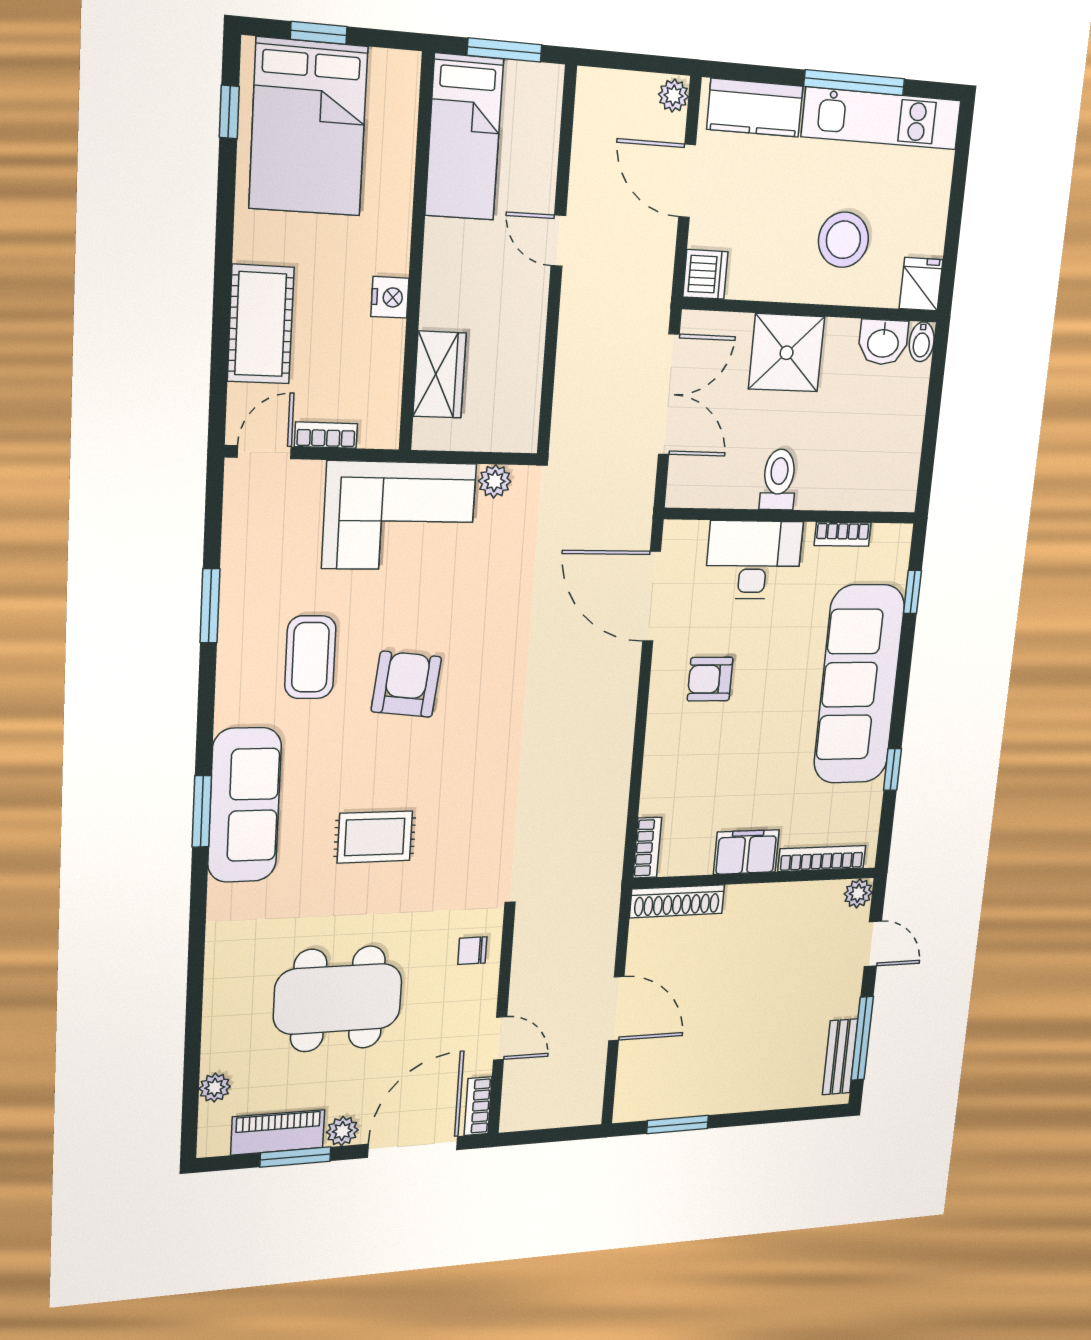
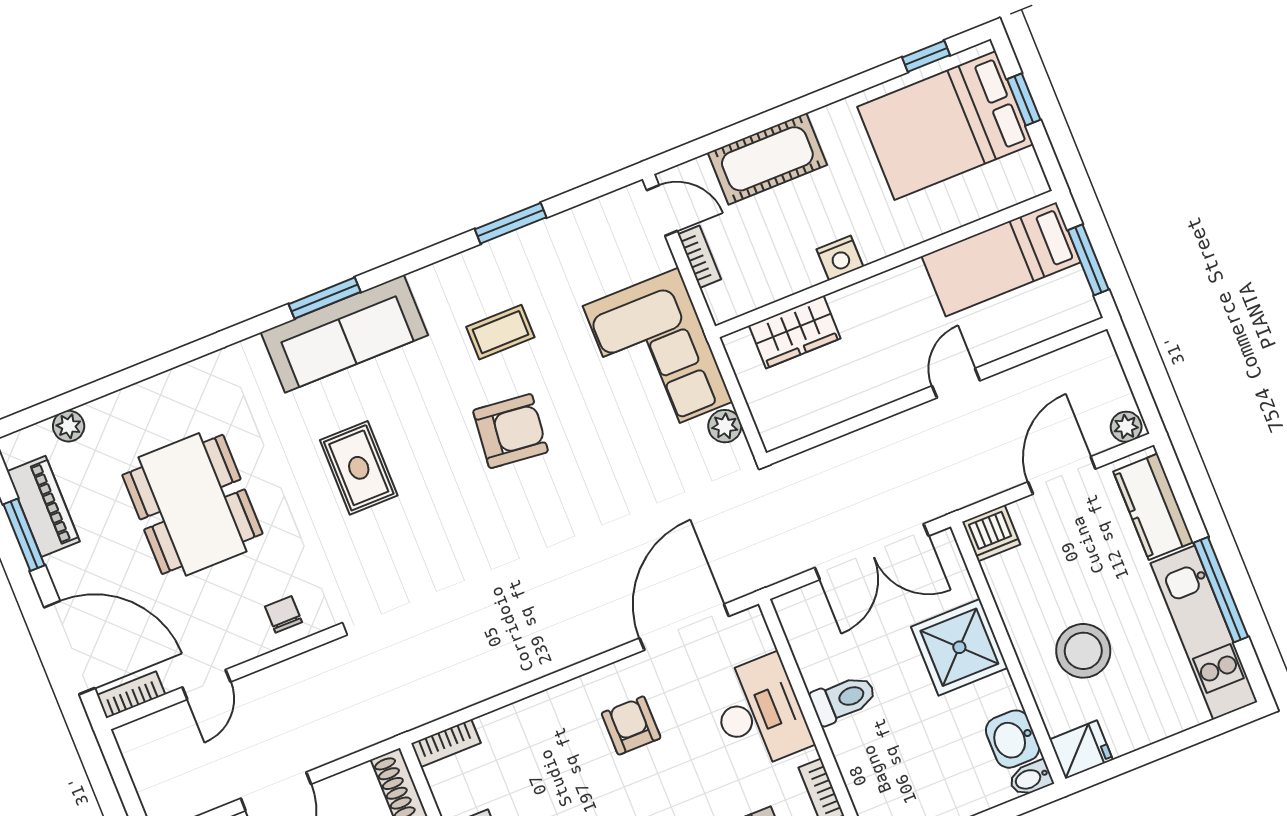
coffee table: (310, 657) -> (500, 332), width x0.73, depth x0.77
plant: (342, 1131) -> (64, 569), removed

